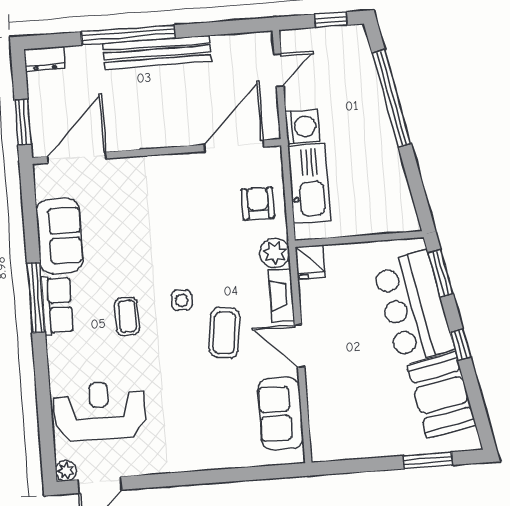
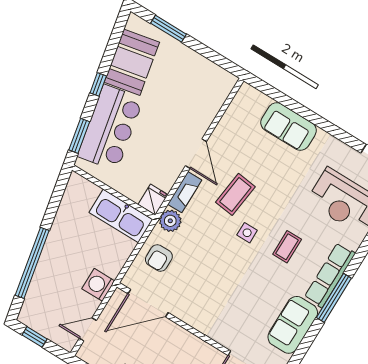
kitchen sink: (309, 183) -> (121, 216), moved, turned -90
row of seats: (57, 305) -> (330, 275), width x1.48
sofa: (281, 413) -> (289, 126), moved, turned 90

